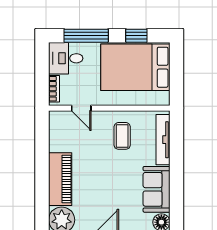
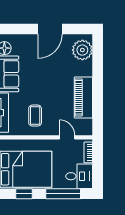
piano: (60, 179) -> (83, 97), moved

